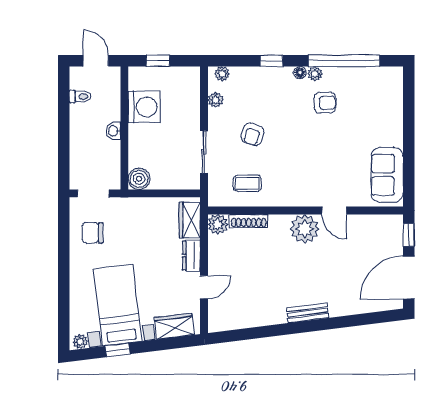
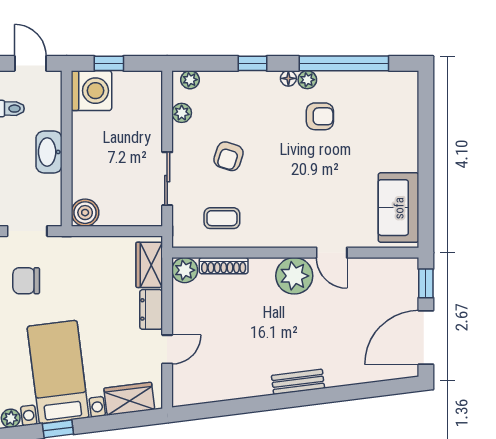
washing machine: (144, 107) -> (91, 91), moved
washbasin: (114, 131) -> (49, 152), width x1.91, depth x1.45

